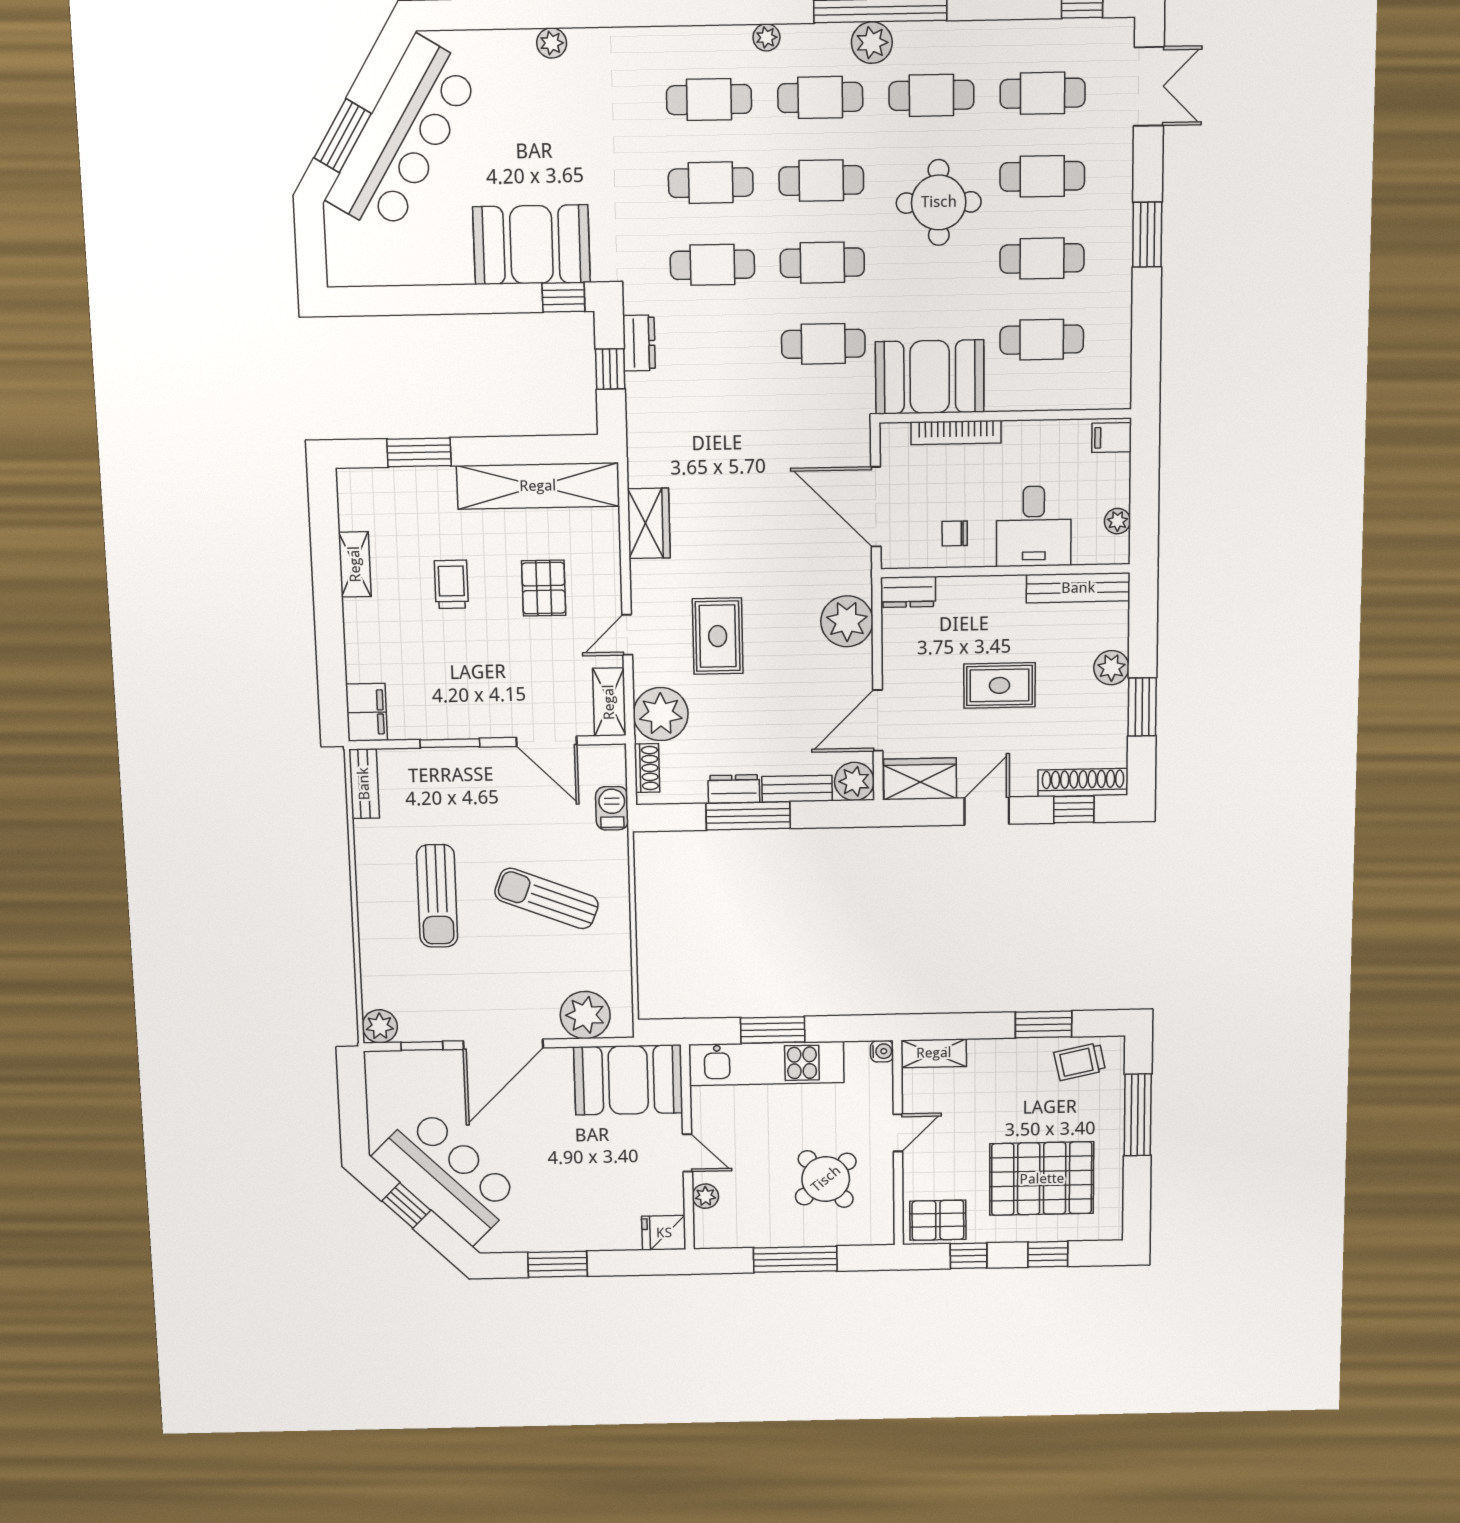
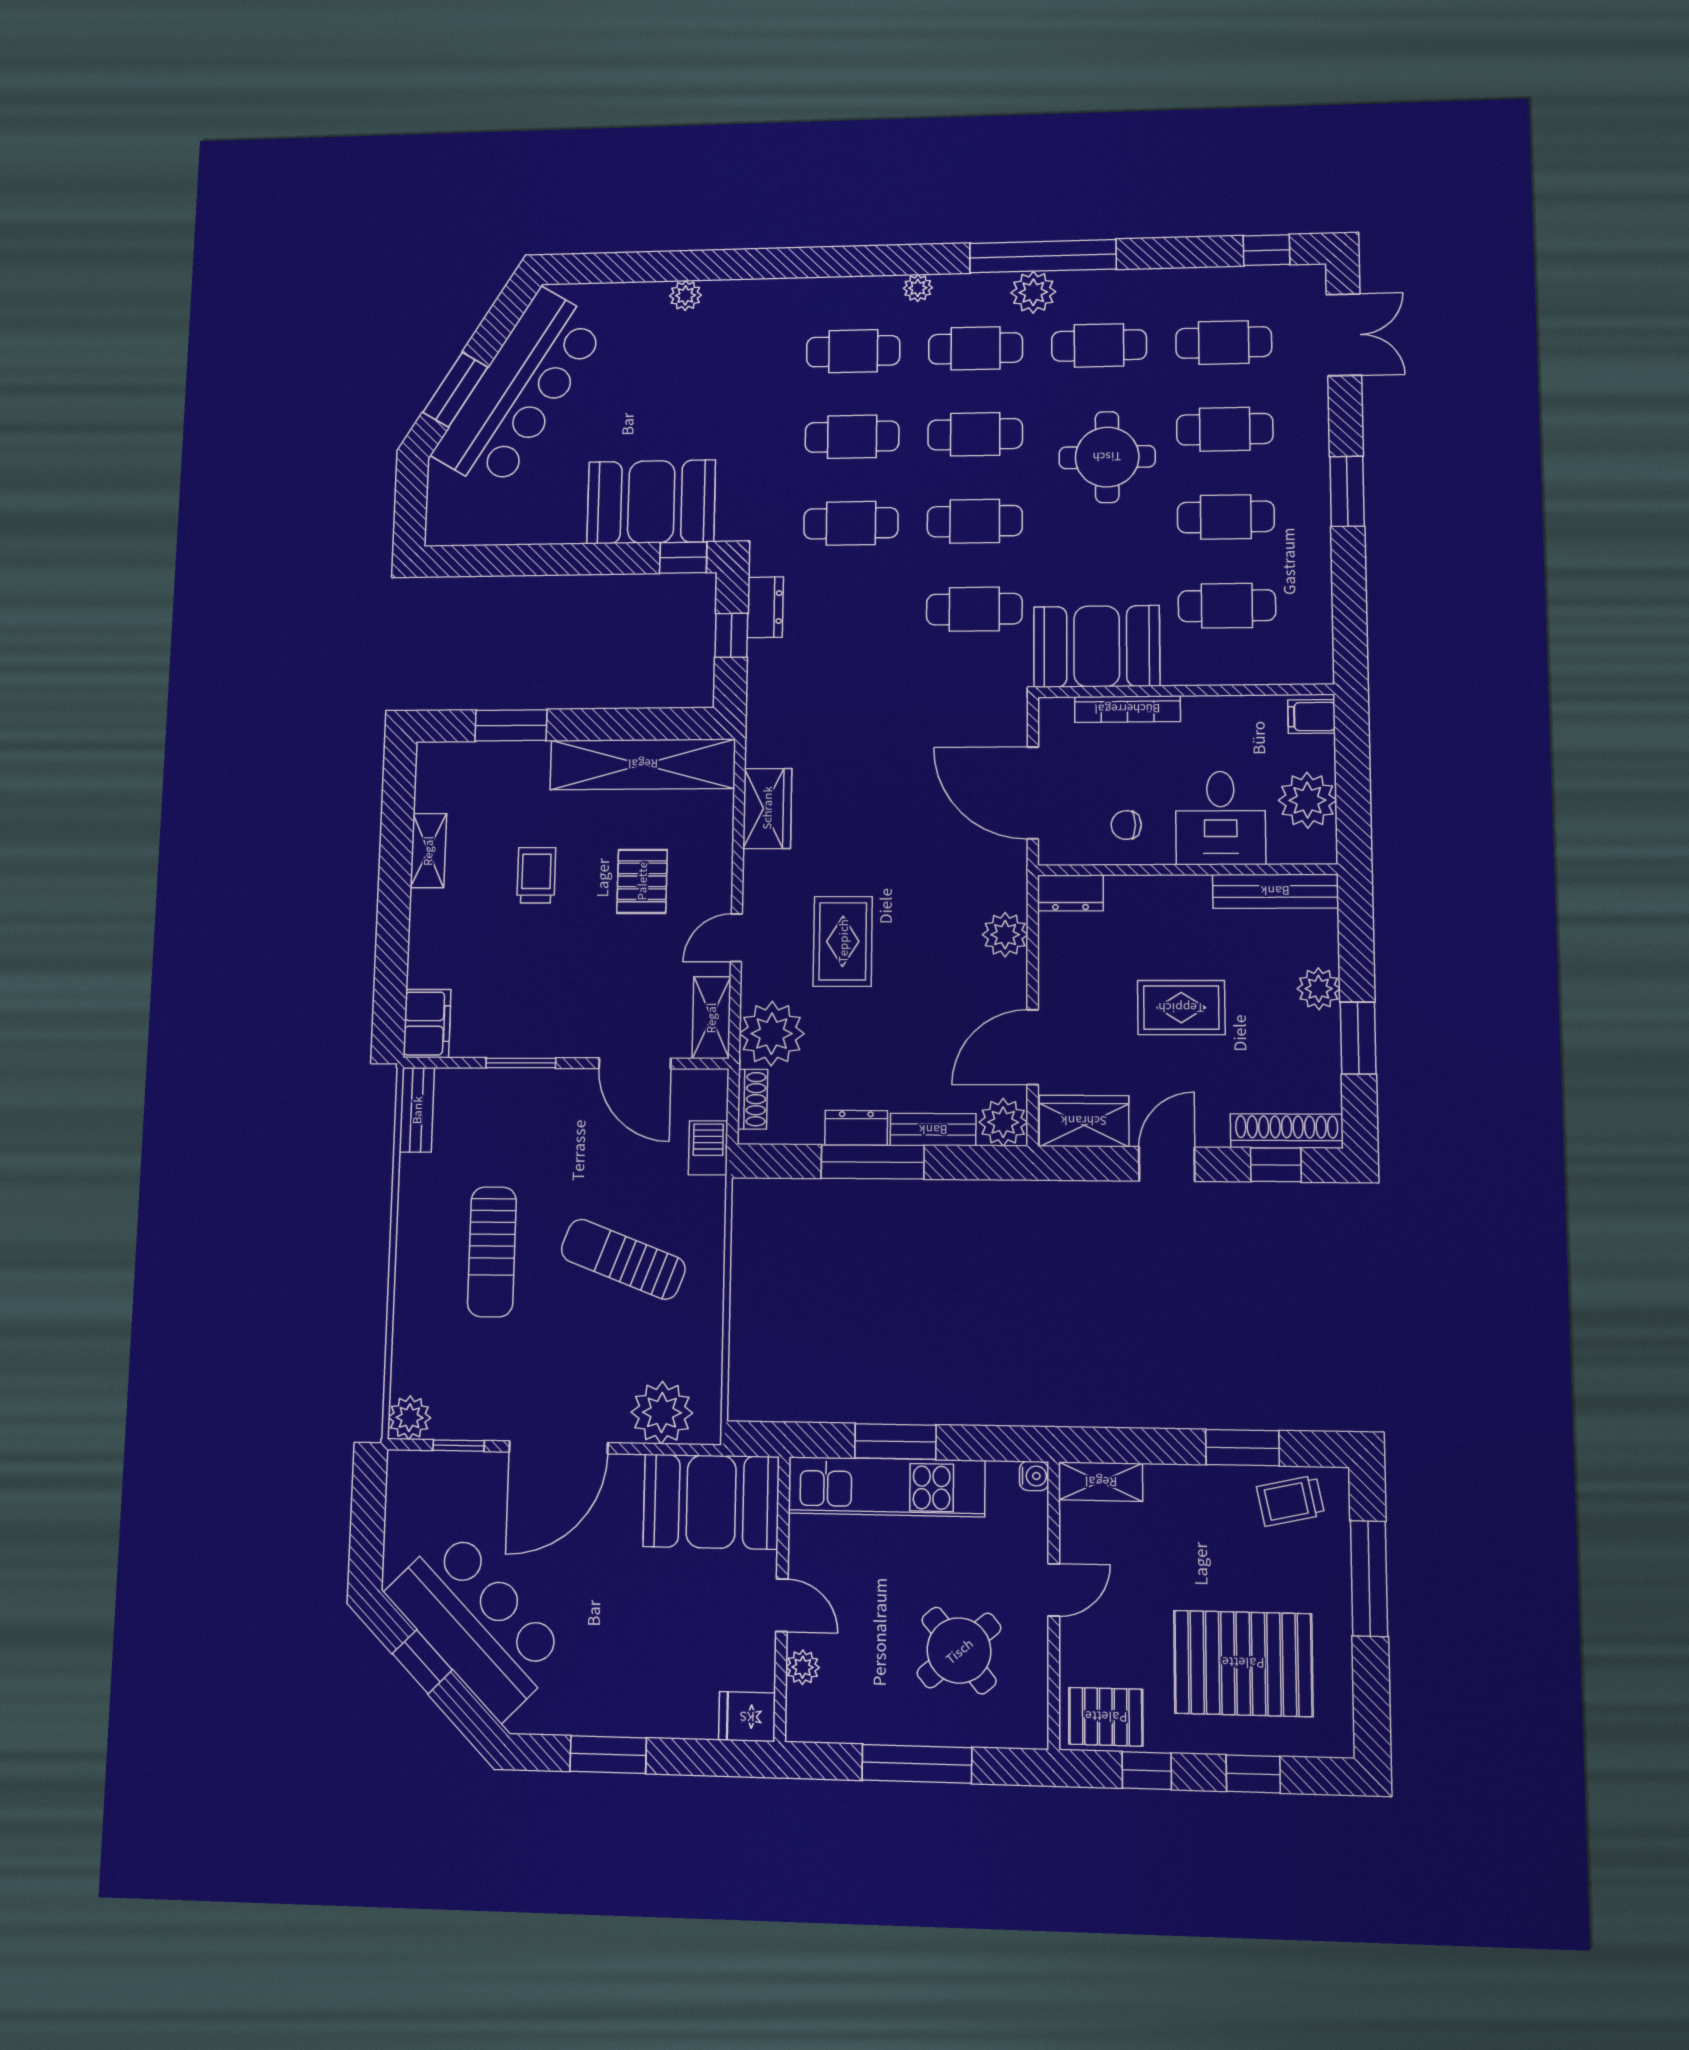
plant: (1117, 521) -> (1307, 800), width x1.88, depth x1.88
plant: (847, 621) -> (1005, 935), width x0.73, depth x0.73

